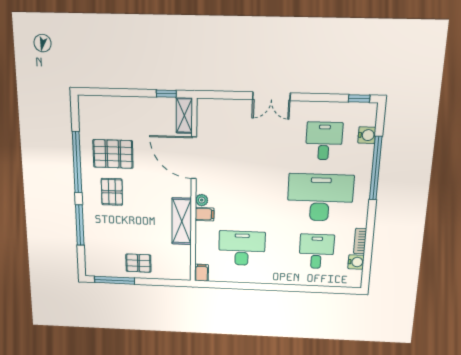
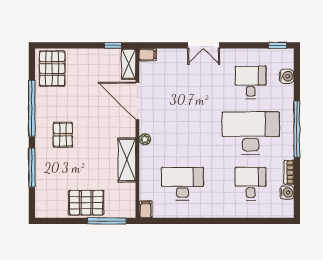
pallet: (113, 154) -> (52, 68), moved, turned 90
window: (376, 168) -> (297, 129), moved
filing cabinet: (205, 214) -> (148, 55), moved
pallet: (138, 263) -> (86, 203), width x1.50, depth x1.42
window: (115, 280) -> (107, 221), moved

